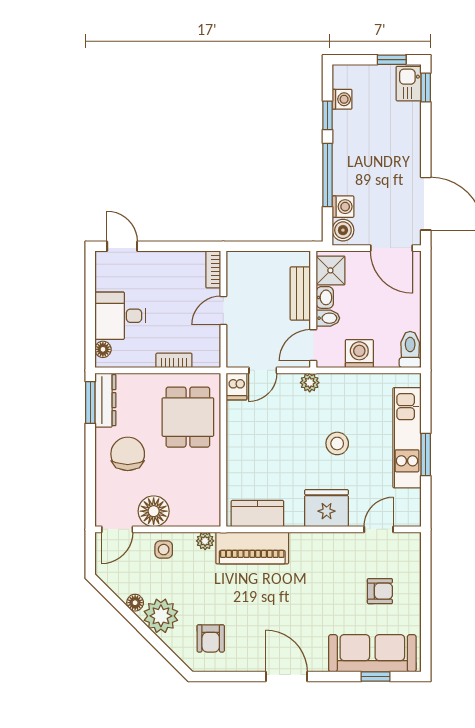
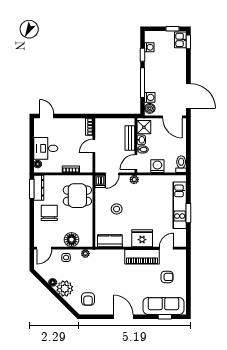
dining table: (188, 417) -> (77, 196), turned 90
stool: (337, 443) -> (117, 209), moved
floor lamp: (154, 511) -> (72, 240), moved
piano: (252, 548) -> (142, 257), moved

